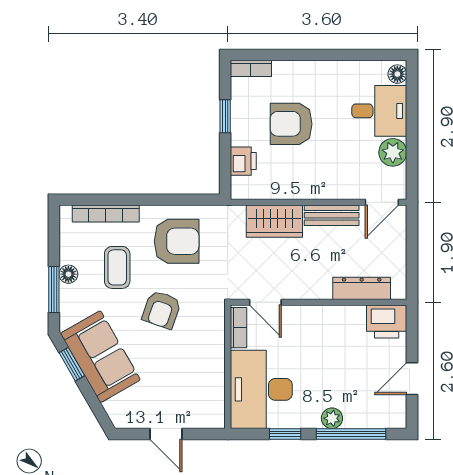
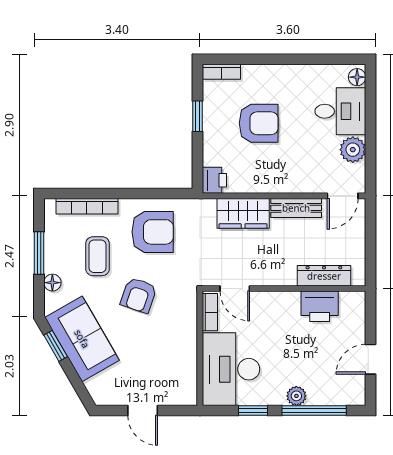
armchair: (291, 124) -> (259, 123), turned 180
printer: (243, 161) -> (214, 180), moved
floor lamp: (68, 274) -> (52, 283), moved
window: (54, 290) -> (39, 253), moved
printer: (387, 322) -> (320, 306), moved

